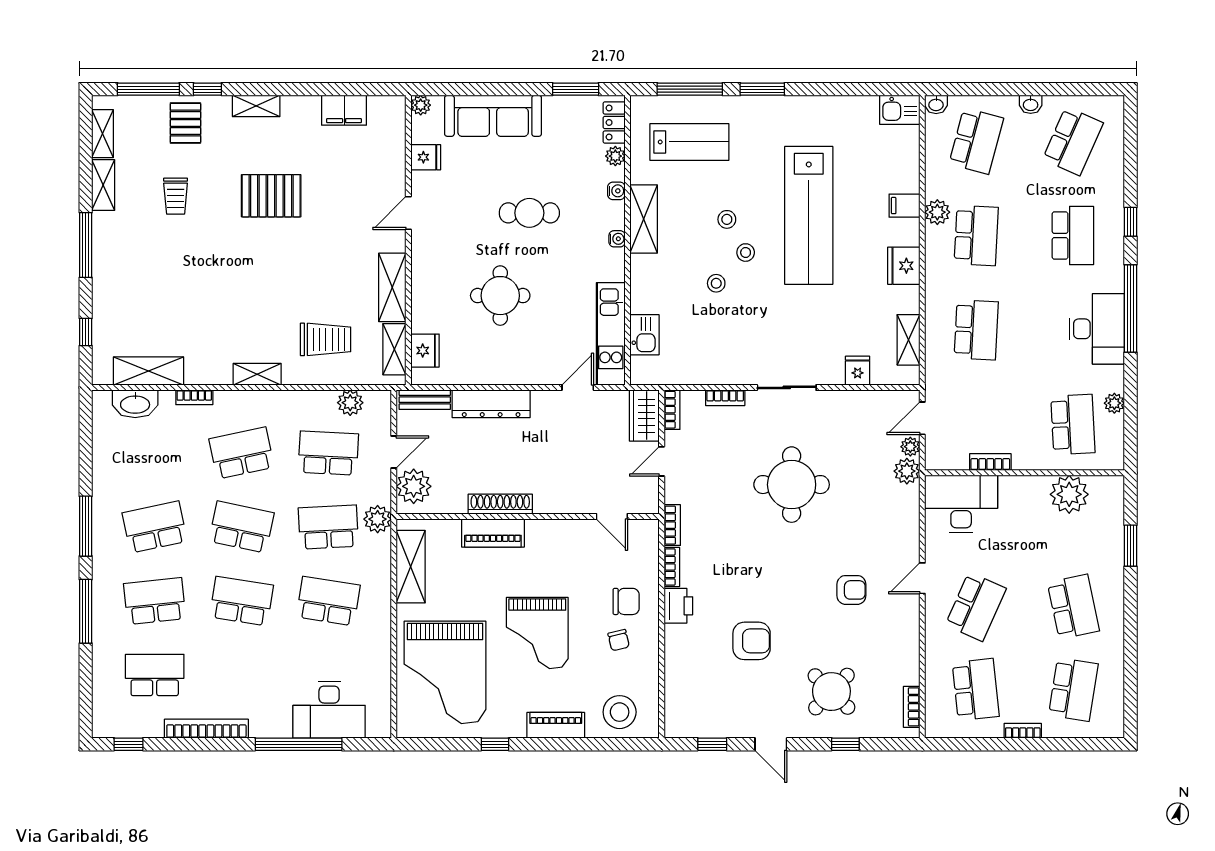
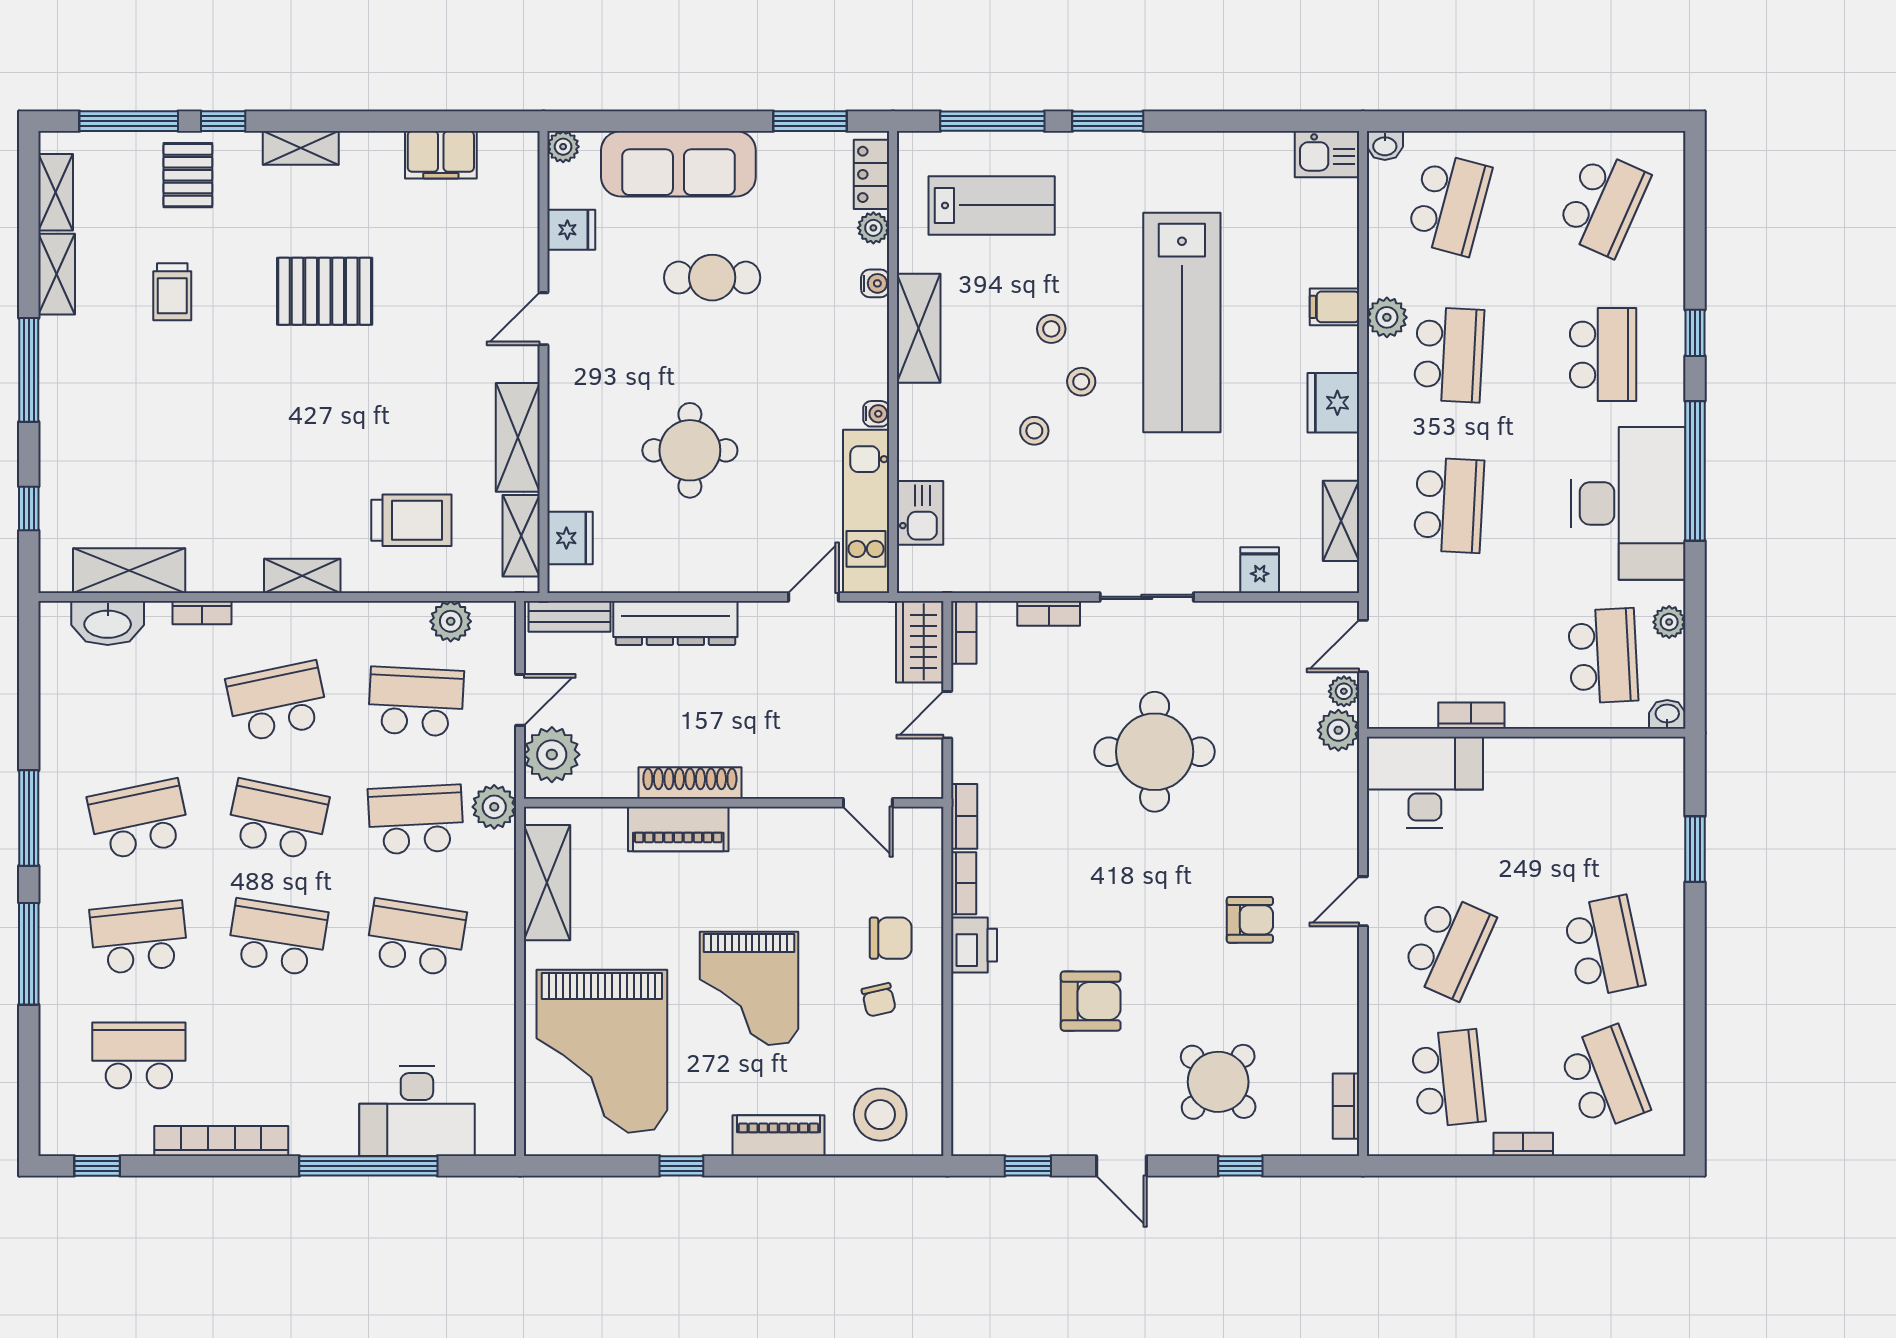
washbasin: (1031, 104) -> (1667, 714), moved, turned 180
cafe table: (529, 213) -> (712, 278), moved
water cooler: (617, 239) -> (876, 414), moved
desk: (1097, 329) -> (1628, 503), width x1.36, depth x1.30
plant: (1069, 494) -> (1597, 767), removed
school desk: (1073, 689) -> (1604, 1079), turned -30

